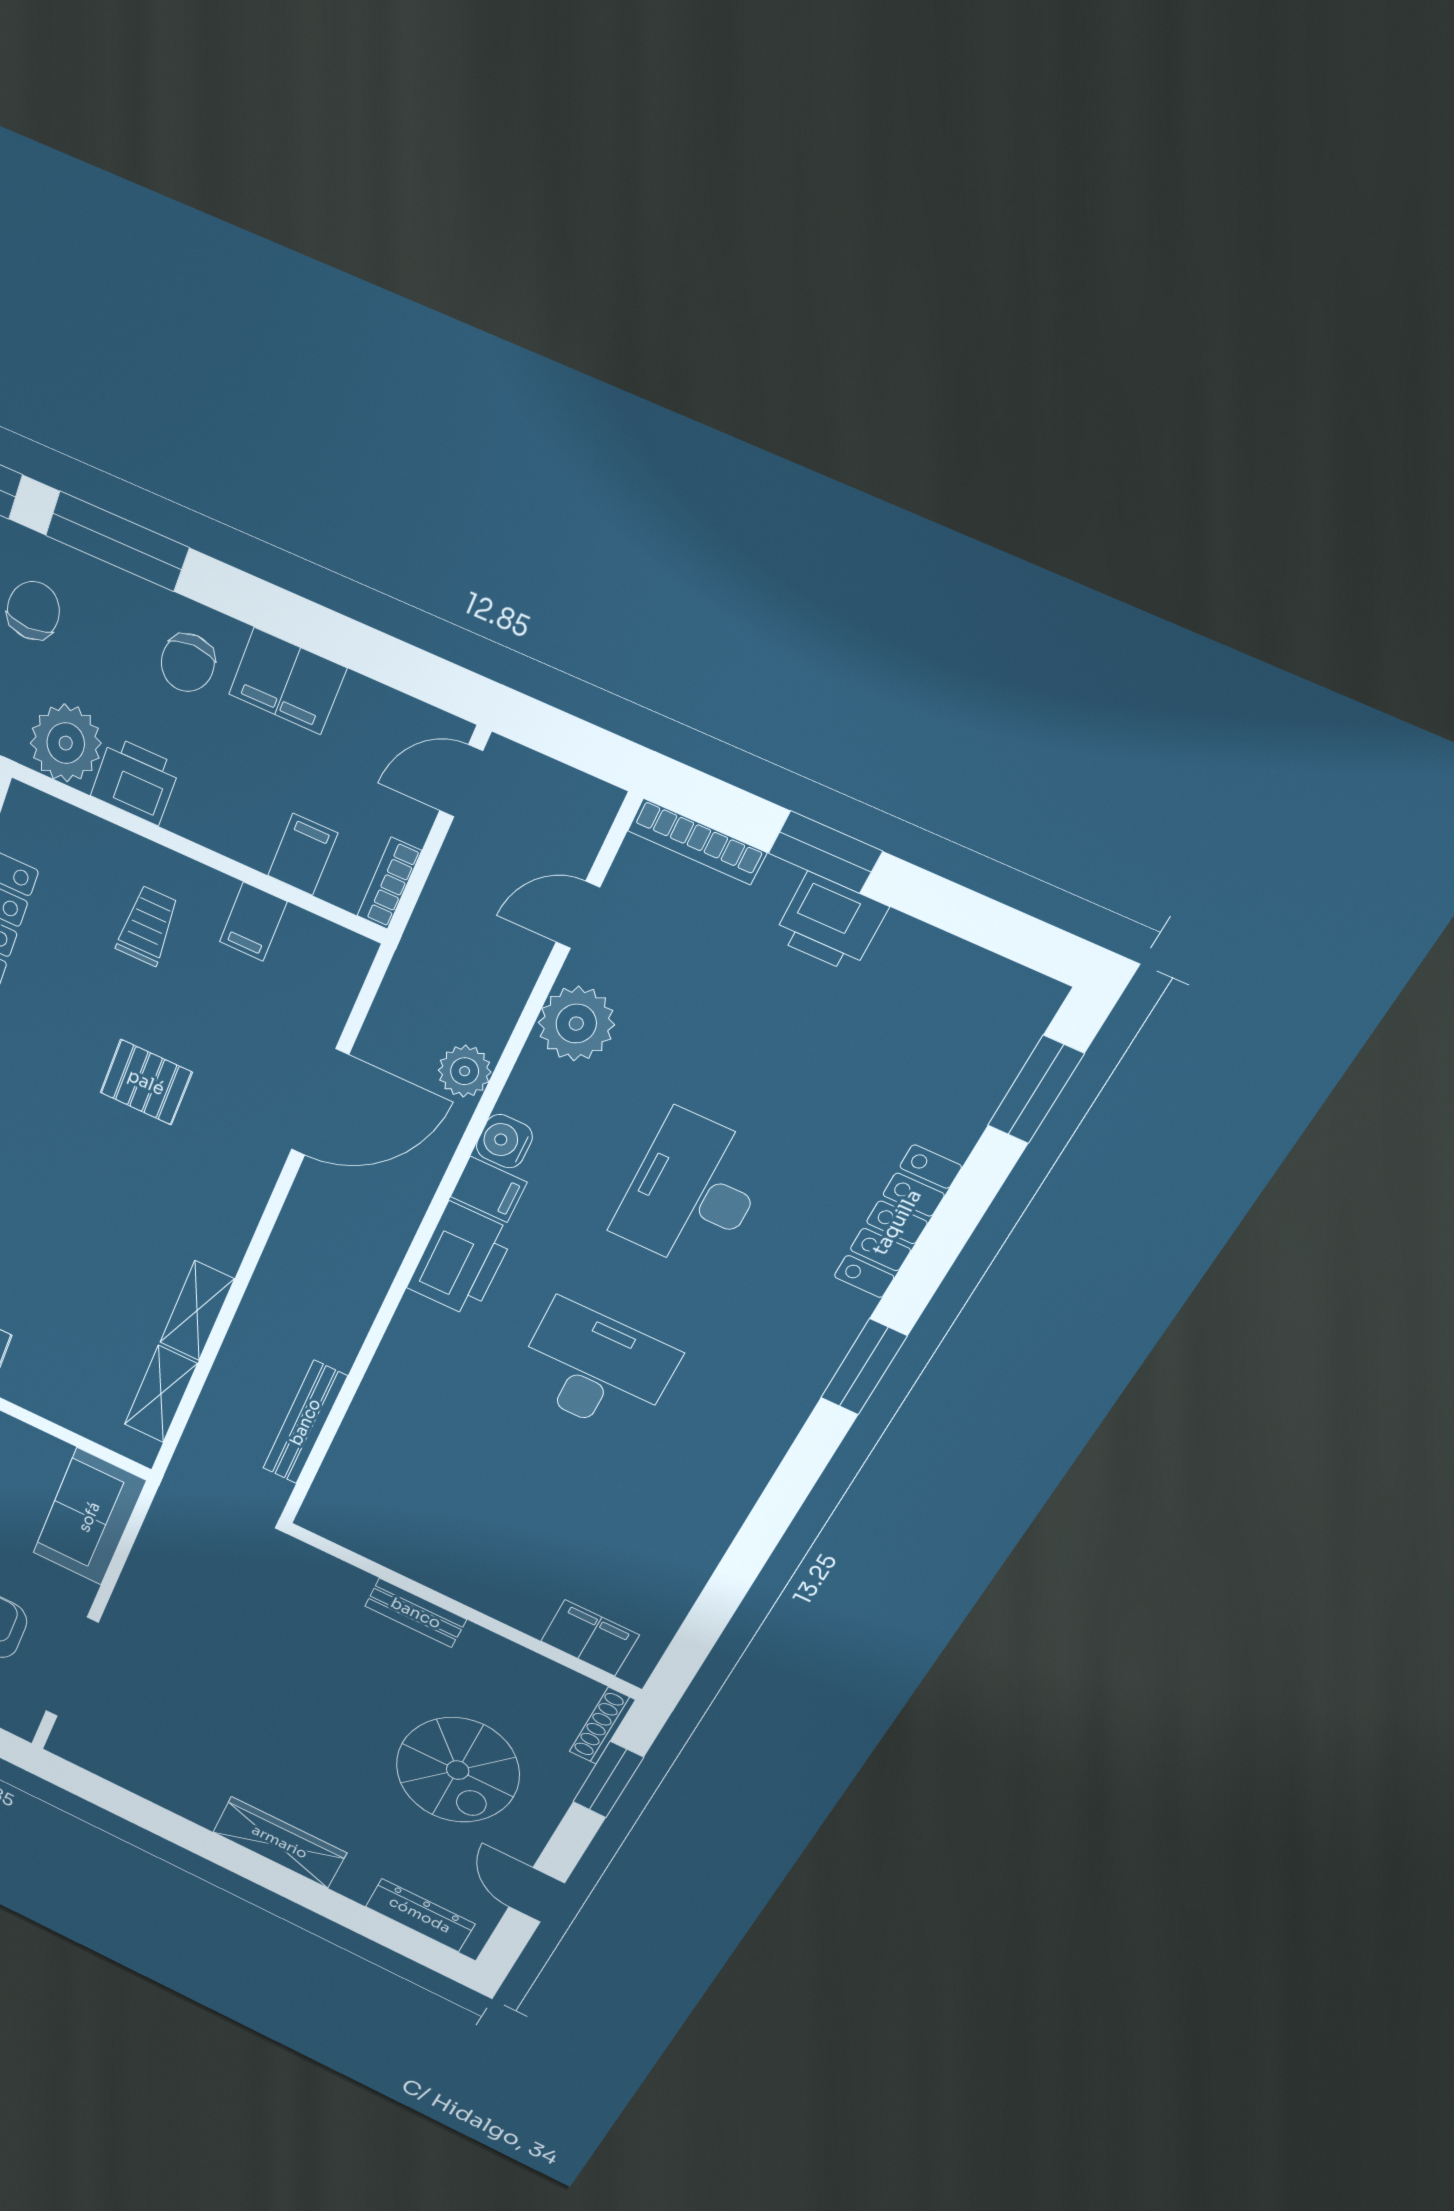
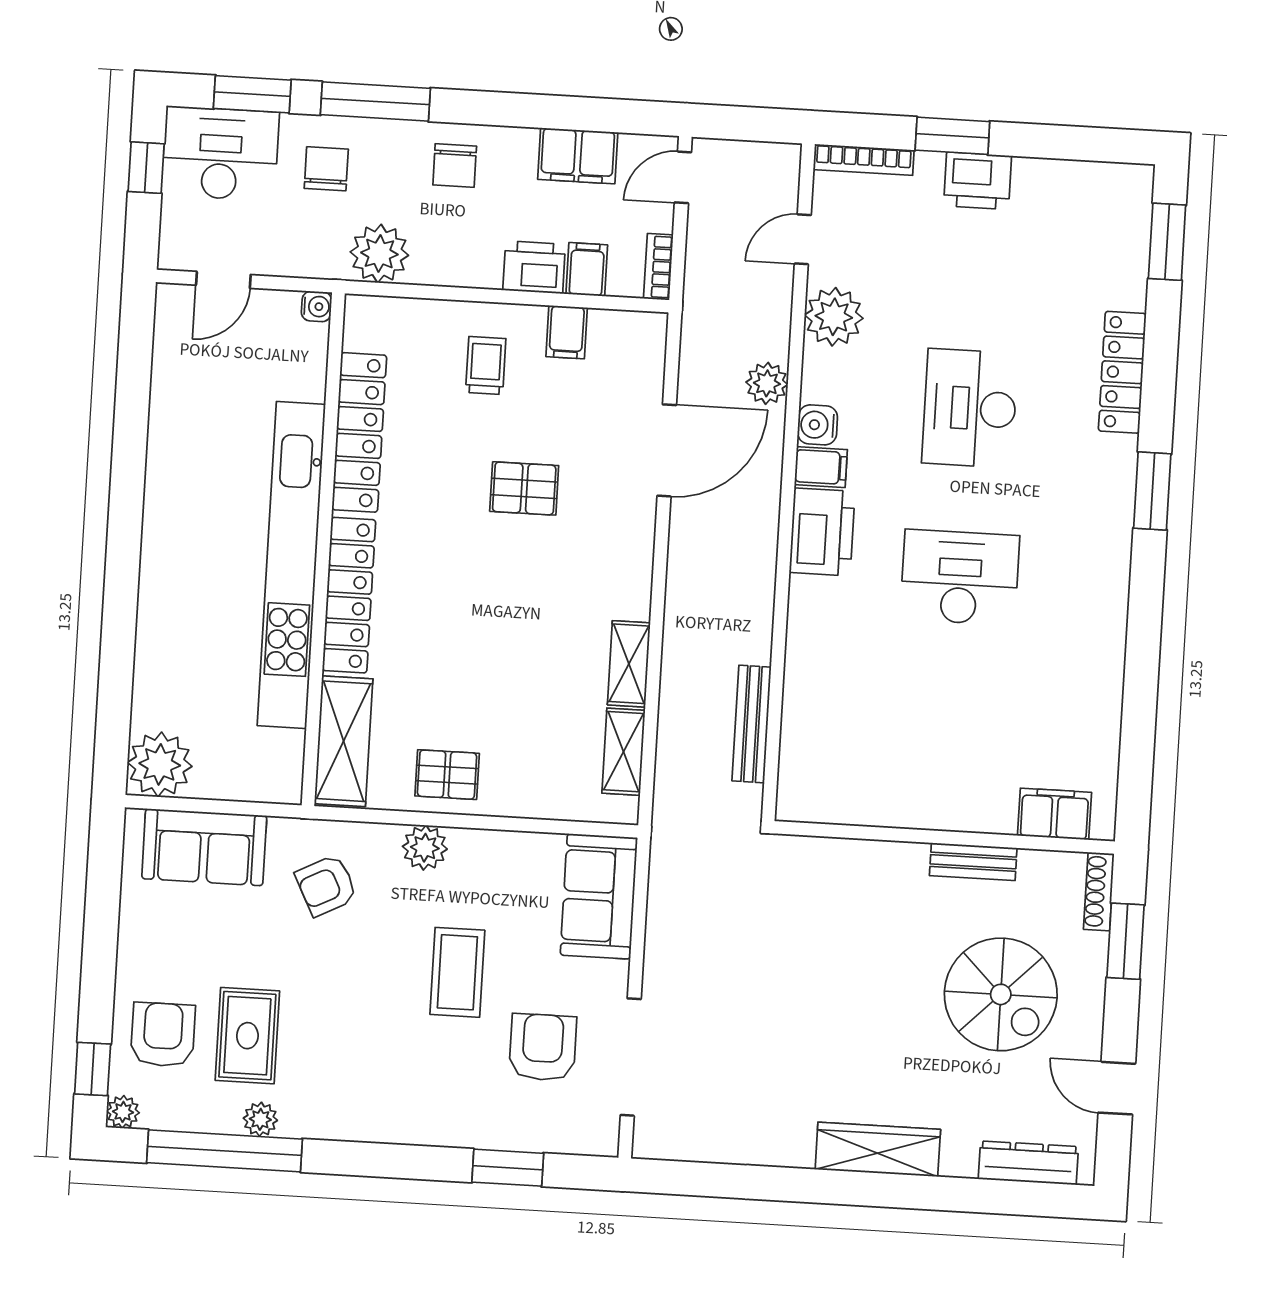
filing cabinet: (287, 681) -> (578, 156), moved
printer: (135, 781) -> (534, 267), moved
bench: (416, 1613) -> (973, 862), moved

